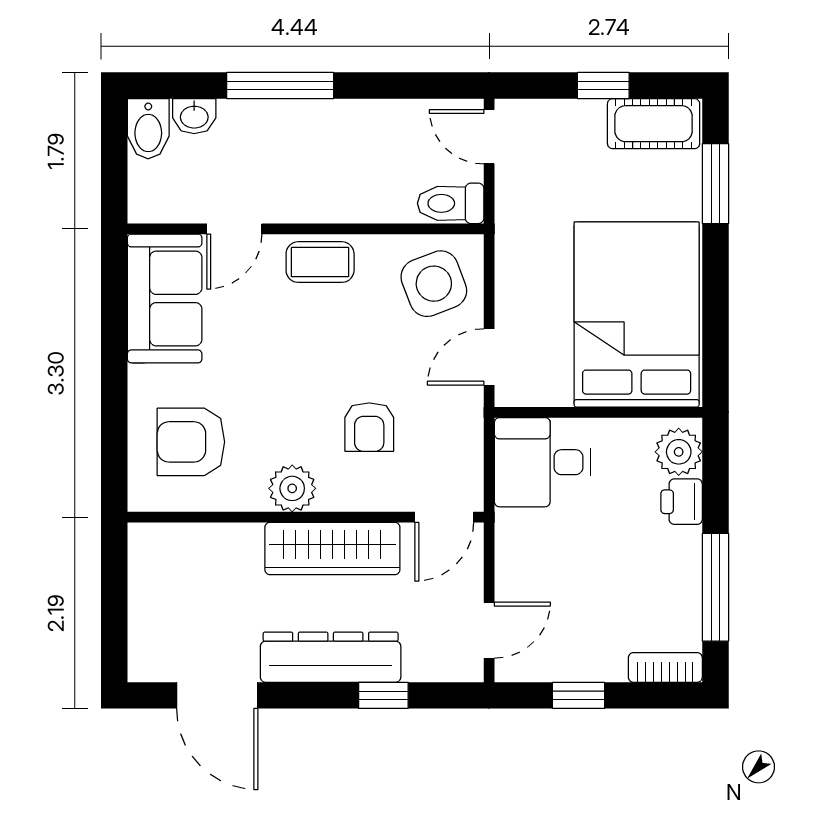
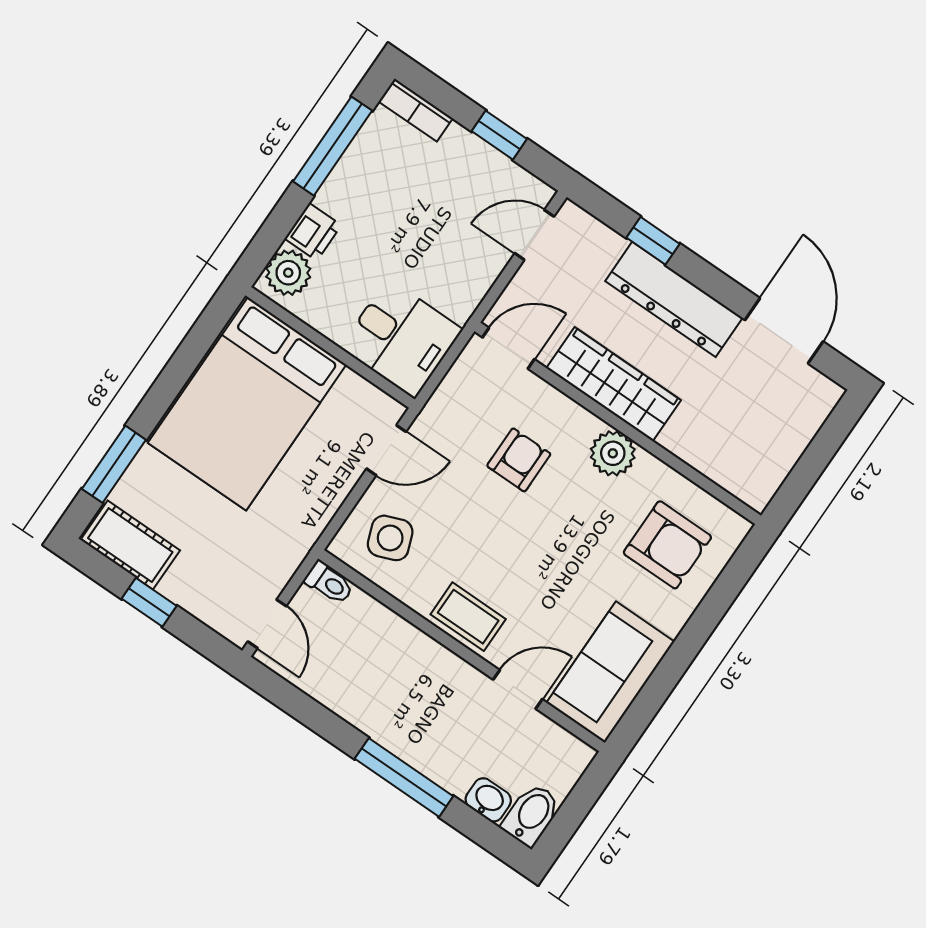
toilet: (451, 203) -> (329, 583), width x0.73, depth x0.72
side table: (434, 284) -> (390, 538), width x0.73, depth x0.73

